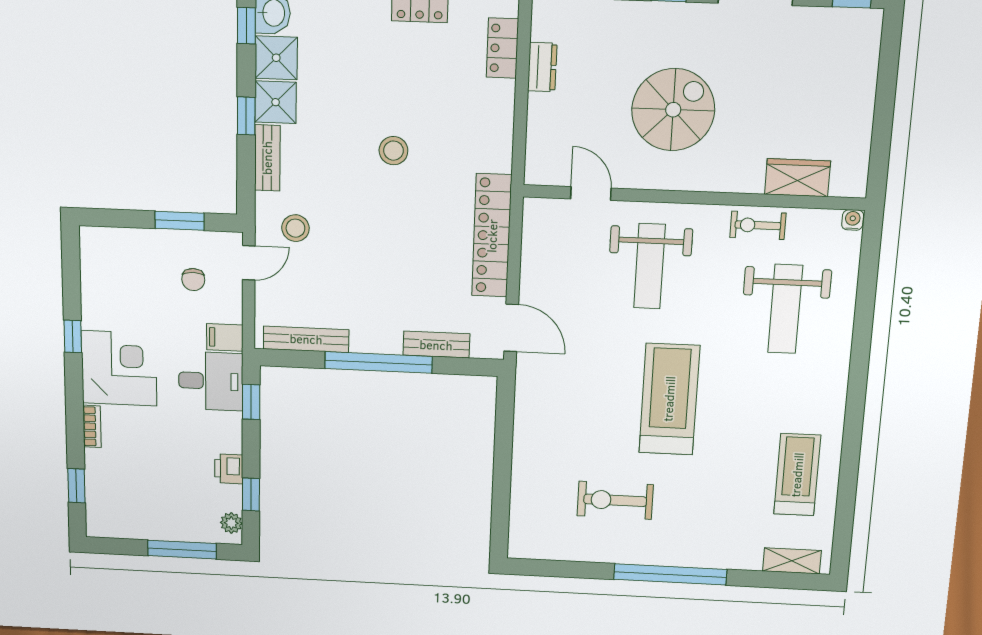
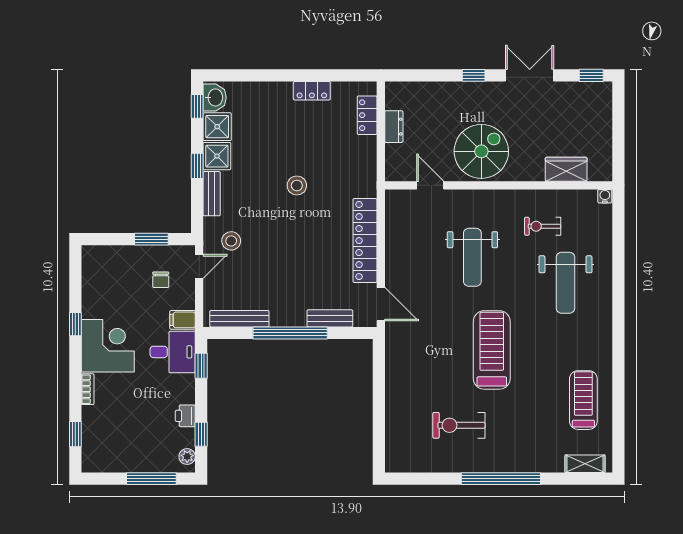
wardrobe: (797, 178) -> (566, 169), moved
door: (591, 193) -> (430, 185), moved
wall: (694, 198) -> (499, 185), moved
water cooler: (853, 220) -> (605, 196), moved

